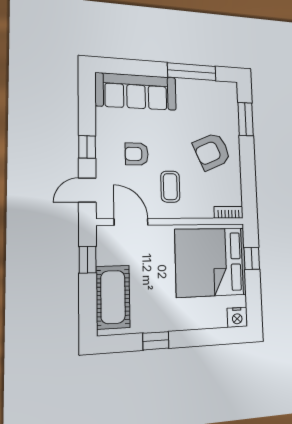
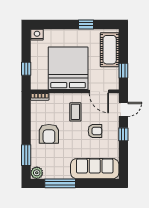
plant: (228, 91) -> (37, 173), added
armchair: (212, 151) -> (49, 134), turned 114
bed: (211, 262) -> (68, 68), moved, turned -90

